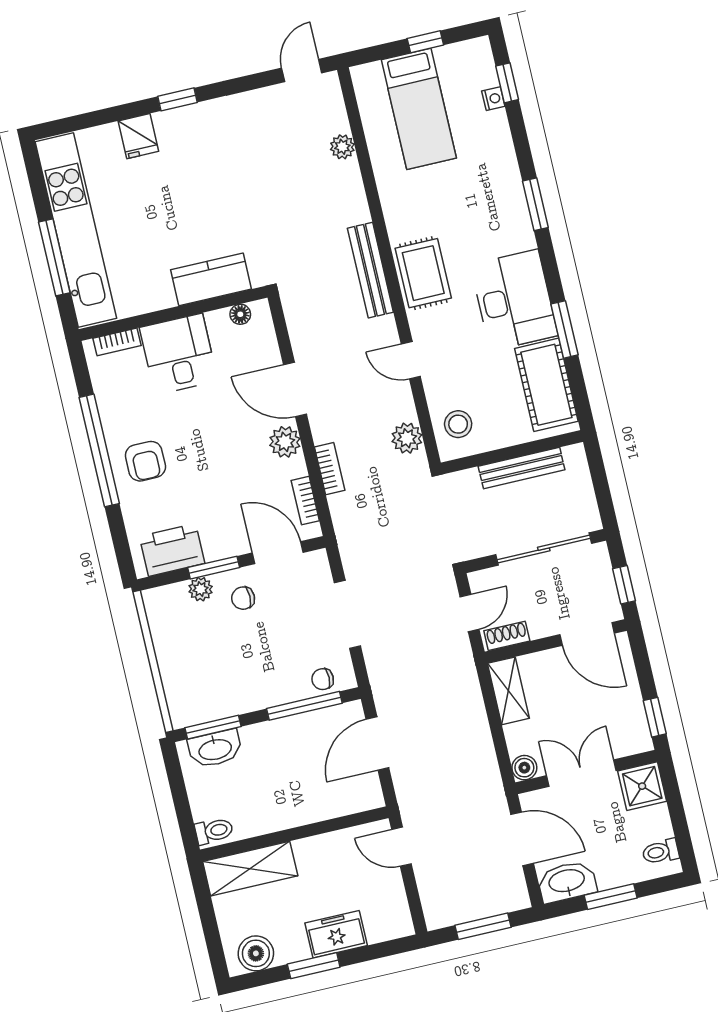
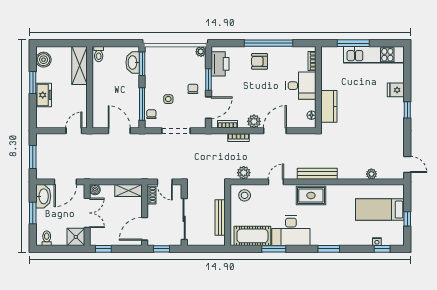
kitchen unit: (76, 230) -> (374, 55), width x0.73
plant: (201, 589) -> (201, 52), moved
side table: (279, 649) -> (168, 99), added

